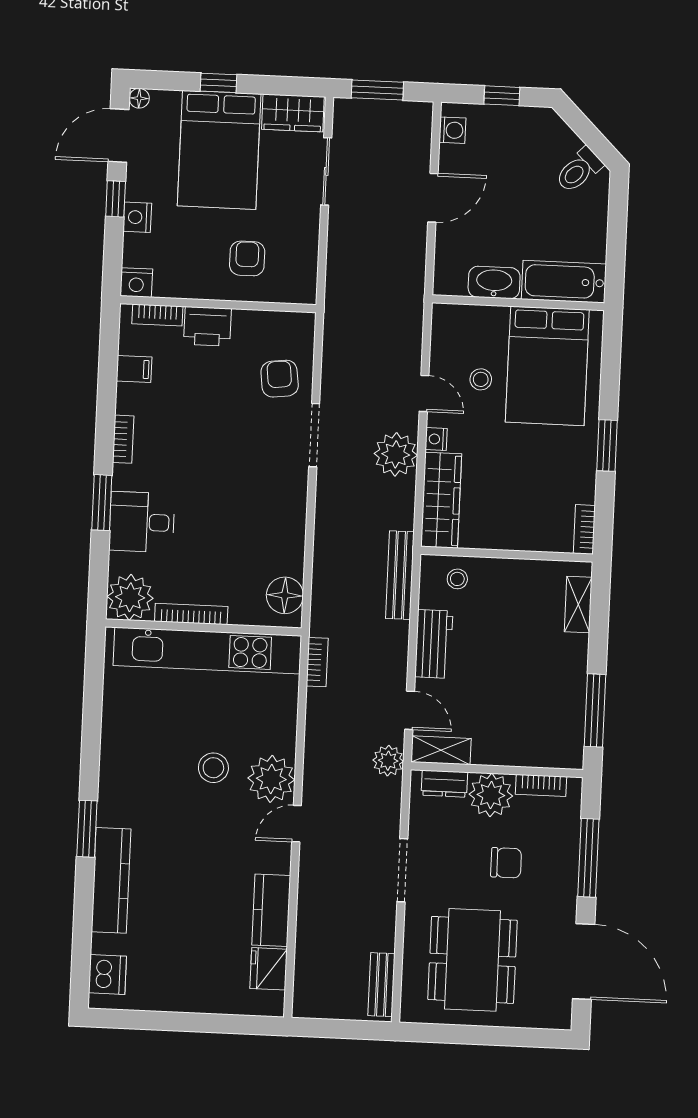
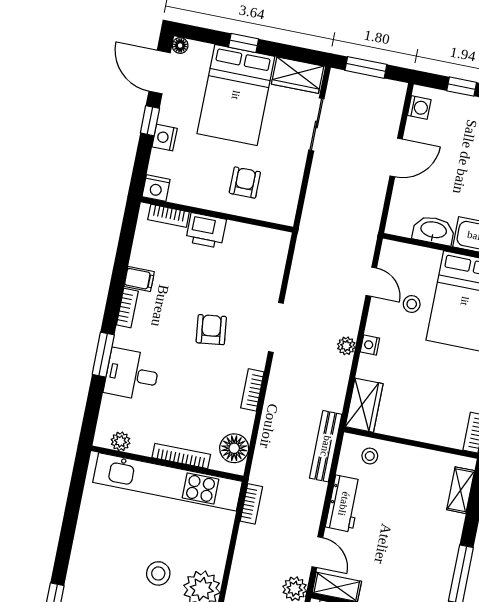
door: (118, 136) -> (160, 72), hinge flipped
filing cabinet: (134, 369) -> (139, 279), moved
armchair: (280, 379) -> (211, 330), moved
door: (424, 393) -> (371, 282), moved
plant: (396, 454) -> (346, 346), width x0.53, depth x0.53
wardrobe: (441, 500) -> (364, 405), width x0.67
bookcase: (297, 518) -> (252, 390), added
plant: (130, 597) -> (121, 441), width x0.53, depth x0.53
bookcase: (191, 614) -> (181, 456), moved

